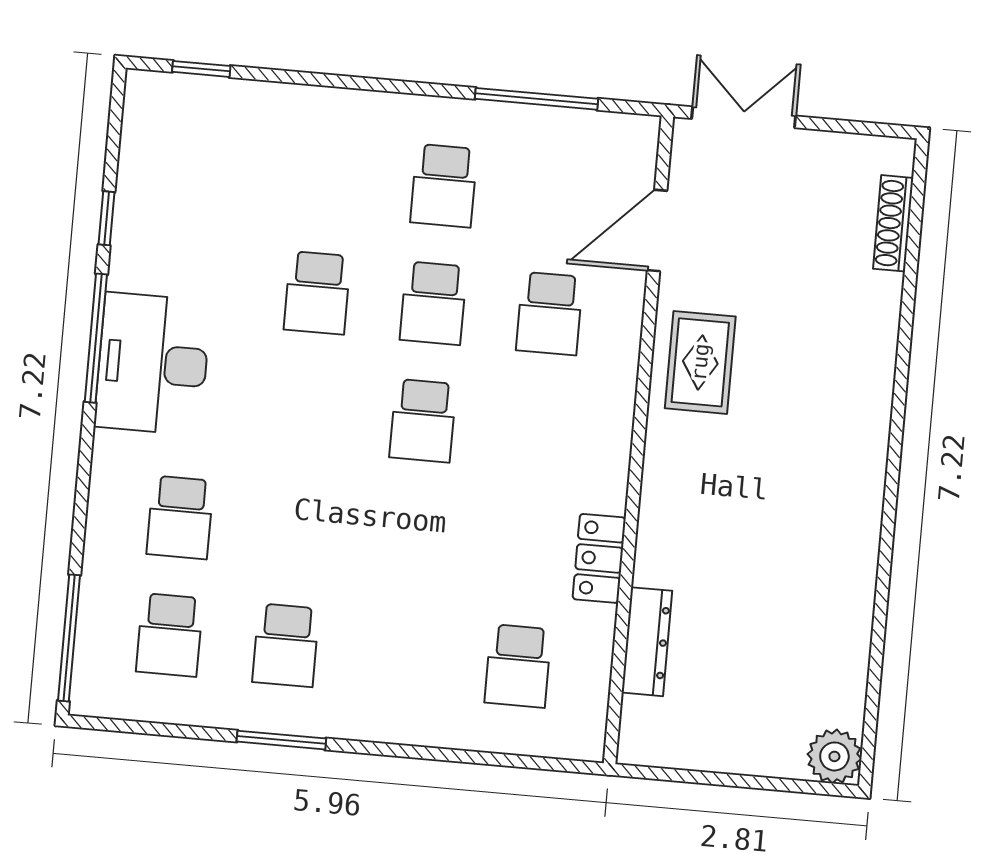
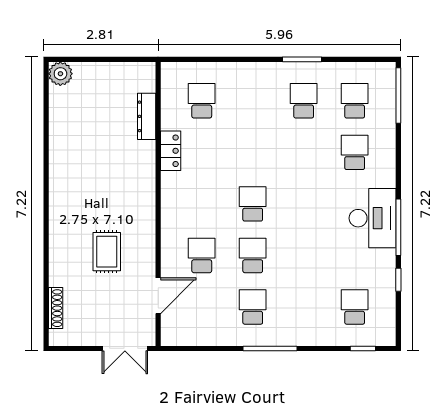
window: (536, 99) -> (270, 348), moved
school desk: (317, 293) -> (355, 307), moved
rug: (700, 362) -> (107, 252), moved

